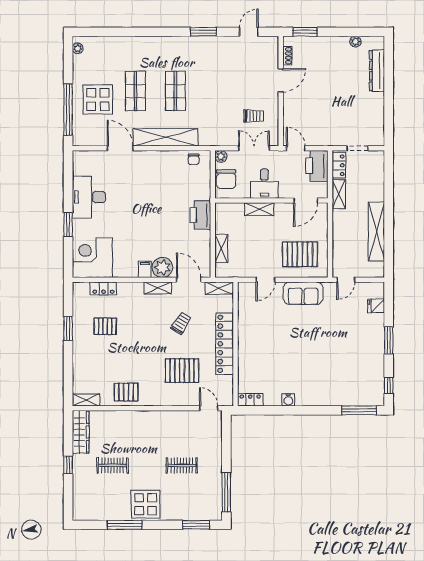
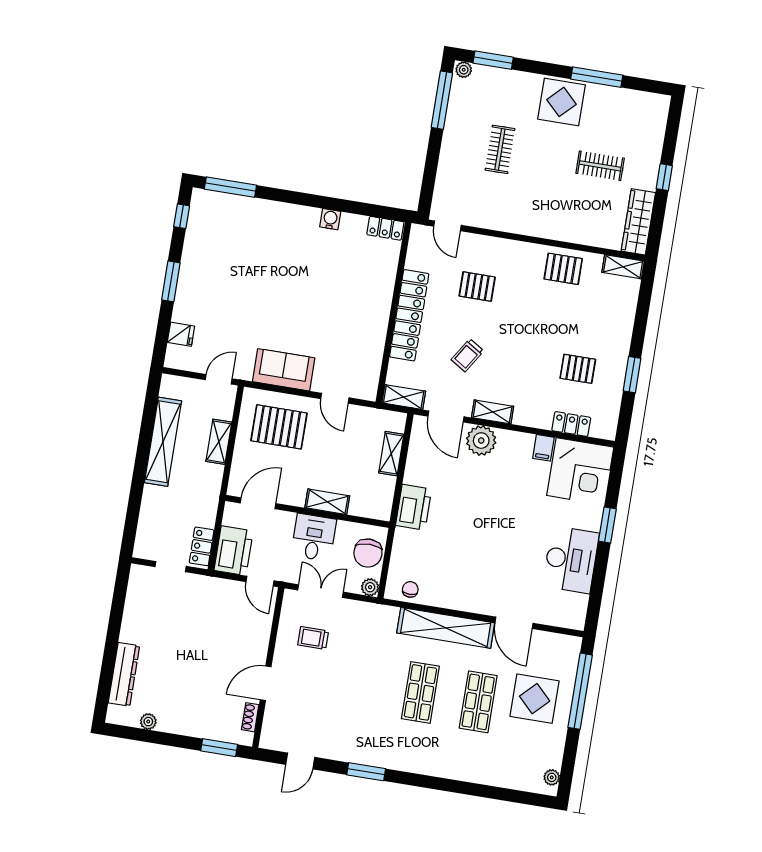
double door: (254, 148) -> (320, 591), swing flipped
chair: (226, 179) -> (368, 553), turned 180
shelving: (339, 194) -> (219, 442), moved
filing cabinet: (145, 269) -> (543, 448), moved
door: (265, 280) -> (335, 398), swing flipped
pallet: (182, 371) -> (477, 287), width x0.67, depth x0.71
clothes rail: (182, 465) -> (500, 149), turned 90
plant: (215, 515) -> (464, 70), added

